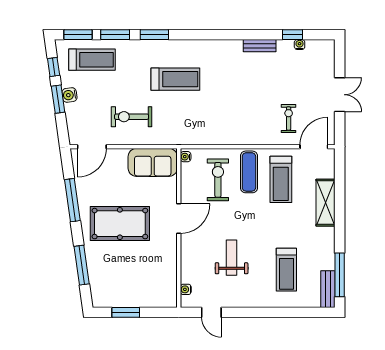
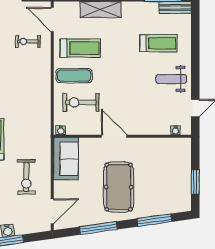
door: (92, 147) -> (52, 211), hinge flipped
weight bench: (232, 258) -> (171, 79), moved

